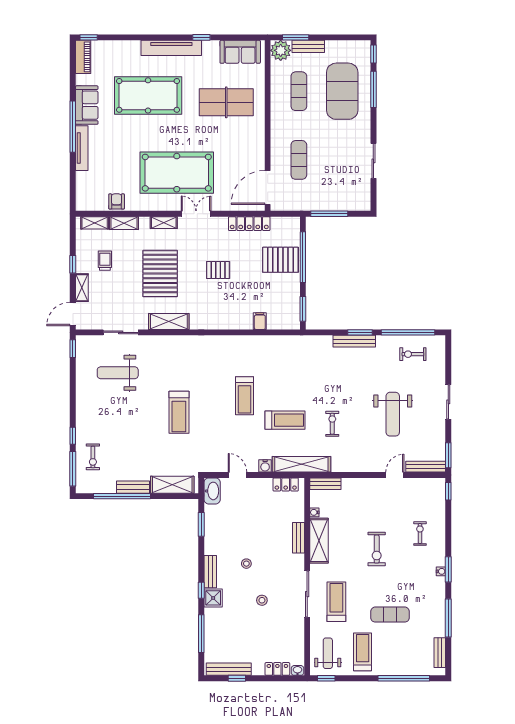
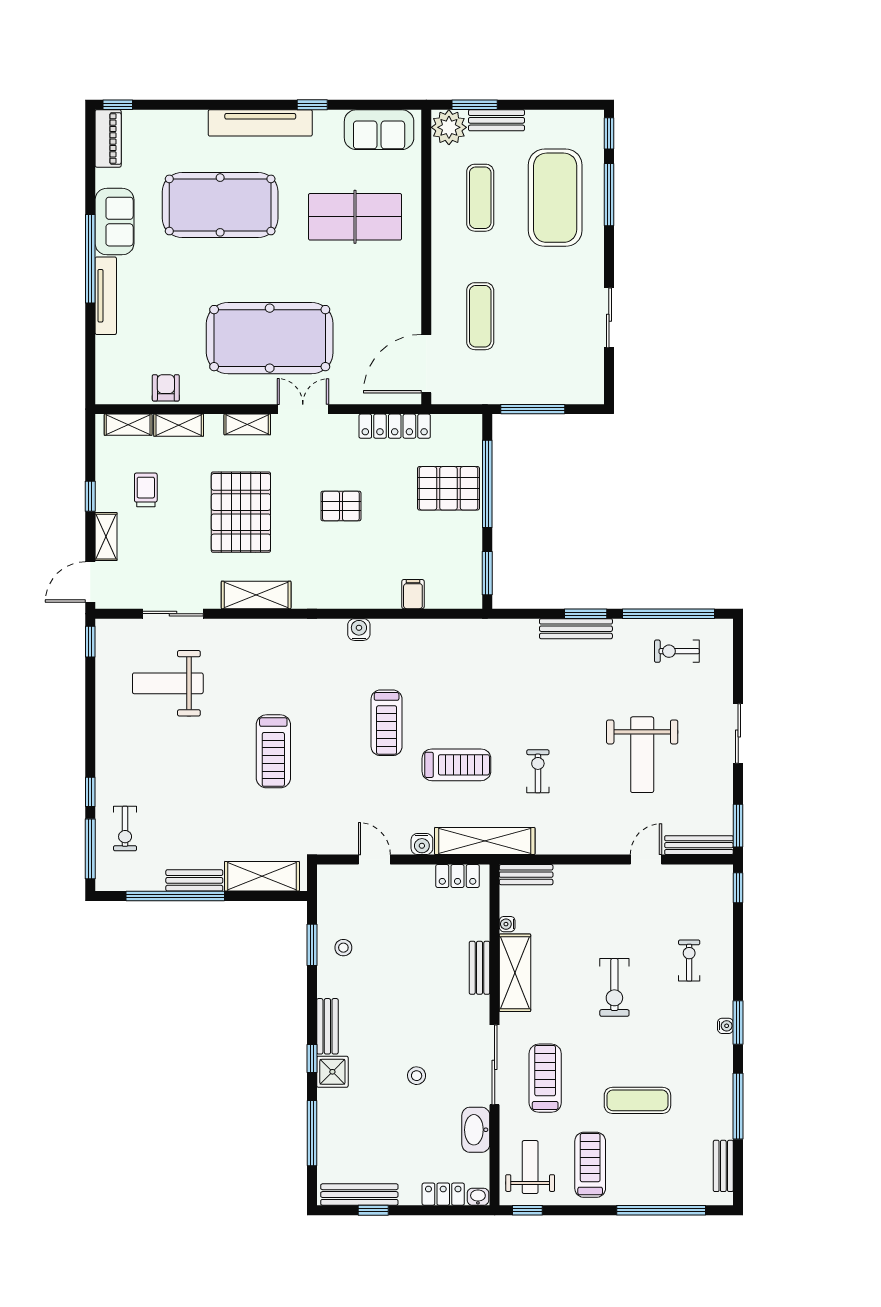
water cooler: (228, 342) -> (359, 630), added
washbasin: (212, 491) -> (476, 1130), moved, turned 180
stool: (246, 564) -> (343, 948), moved

